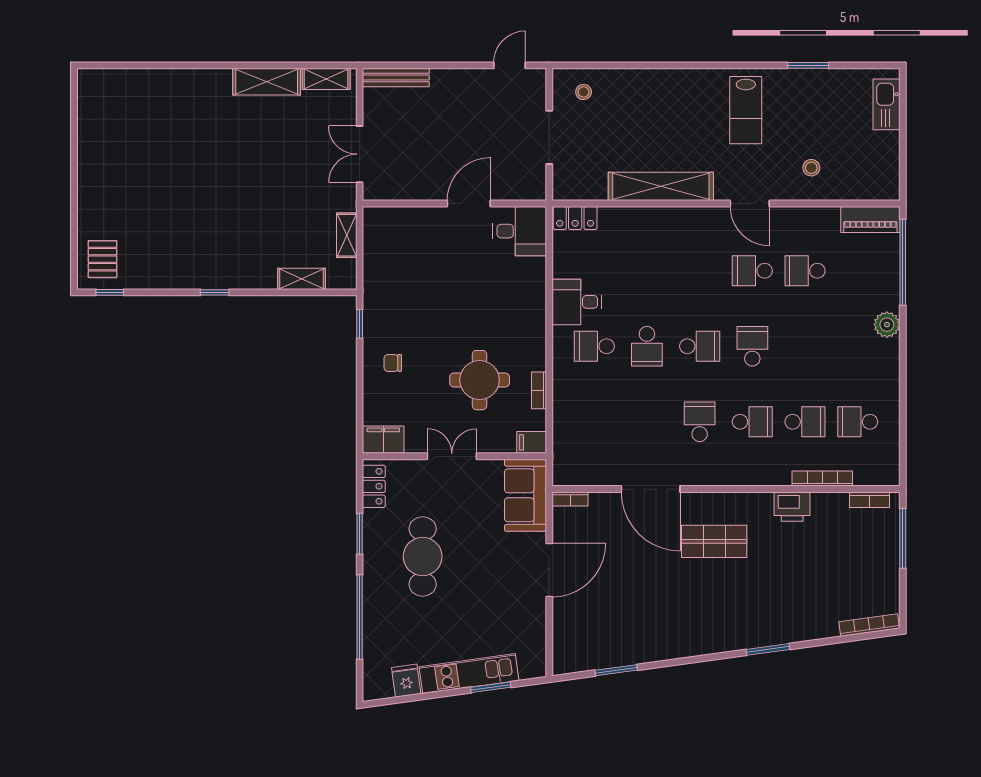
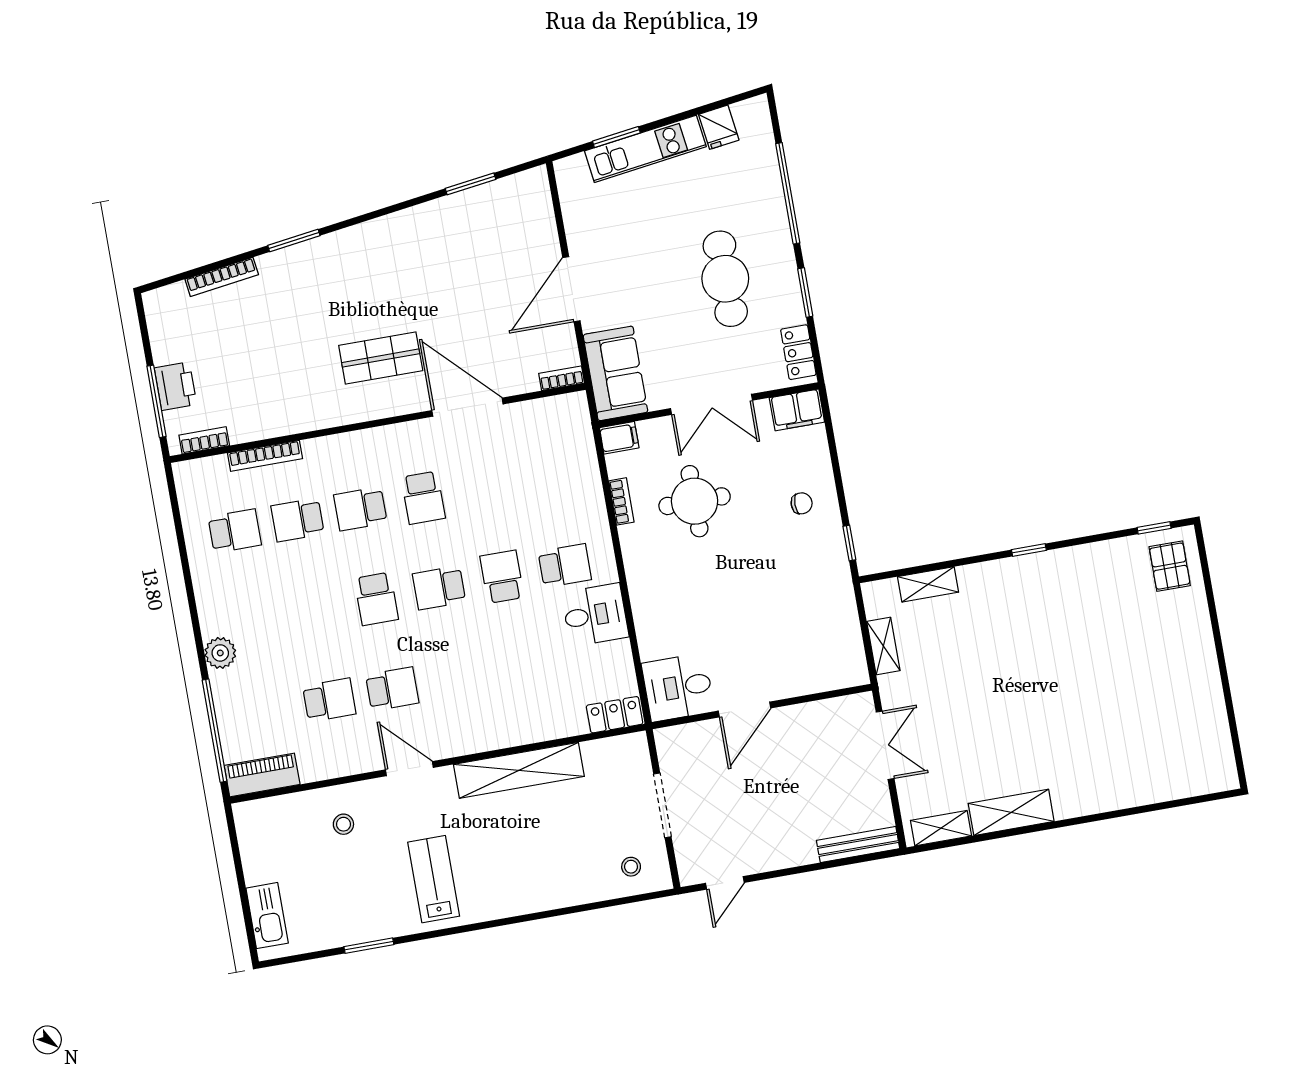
double door: (452, 456) -> (712, 404), width x1.37
printer: (792, 507) -> (175, 386), moved, turned 90
bookcase: (869, 625) -> (222, 277), moved

